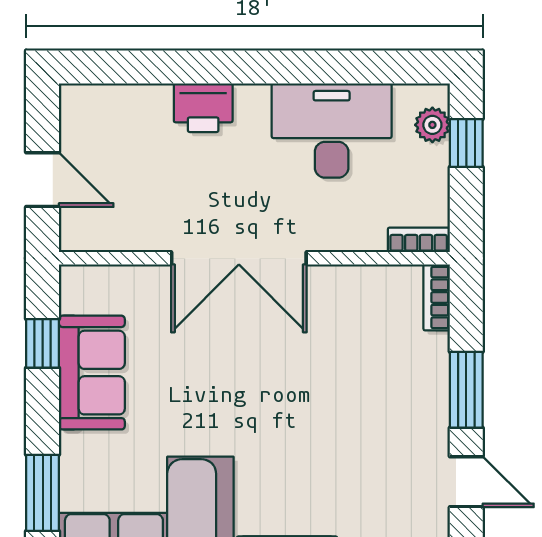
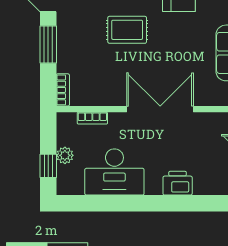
plant: (432, 125) -> (65, 155), moved
bookcase: (419, 240) -> (92, 118), moved
rug: (306, 420) -> (127, 30), added

